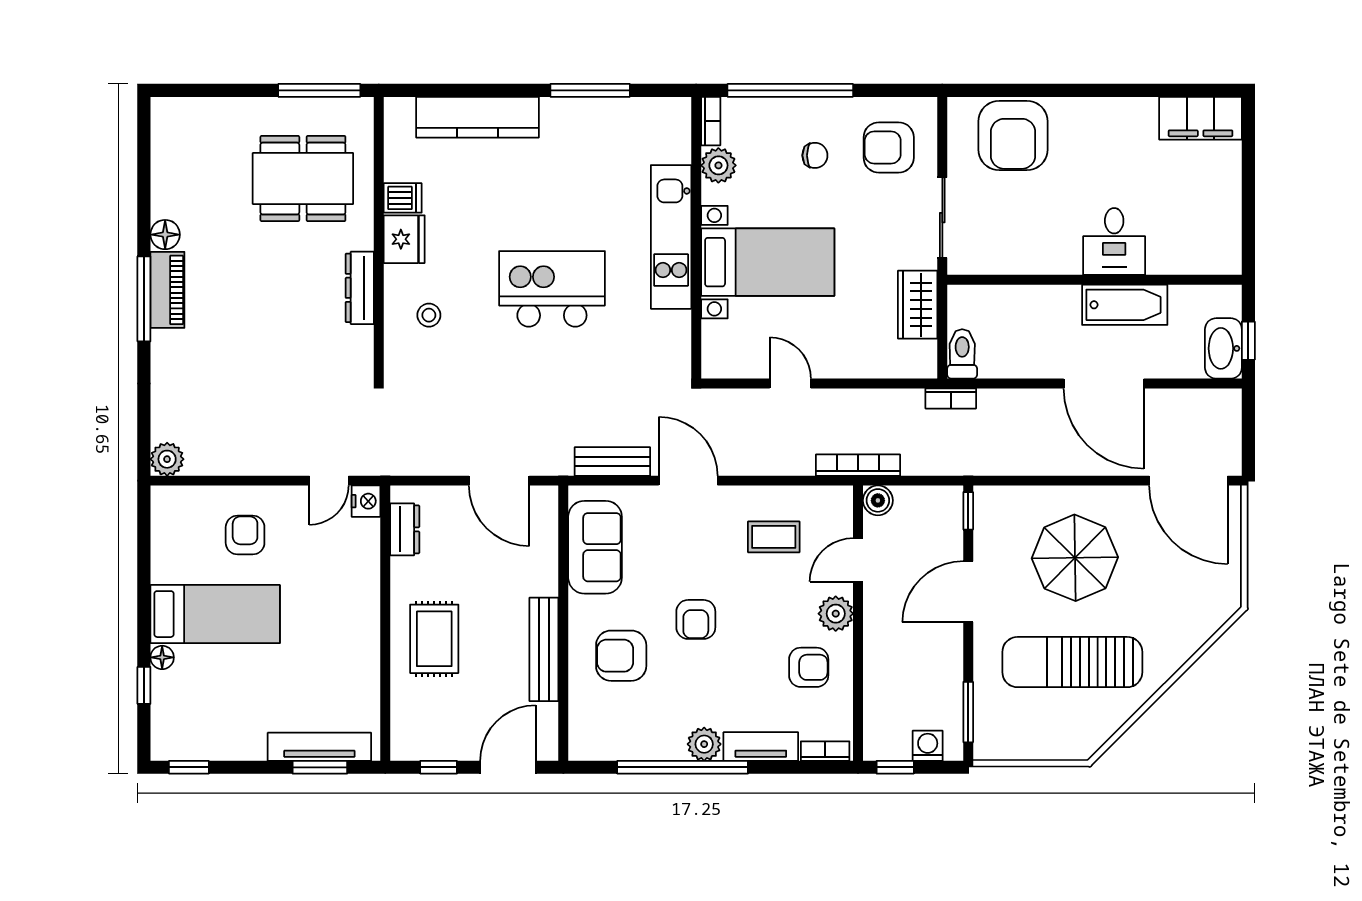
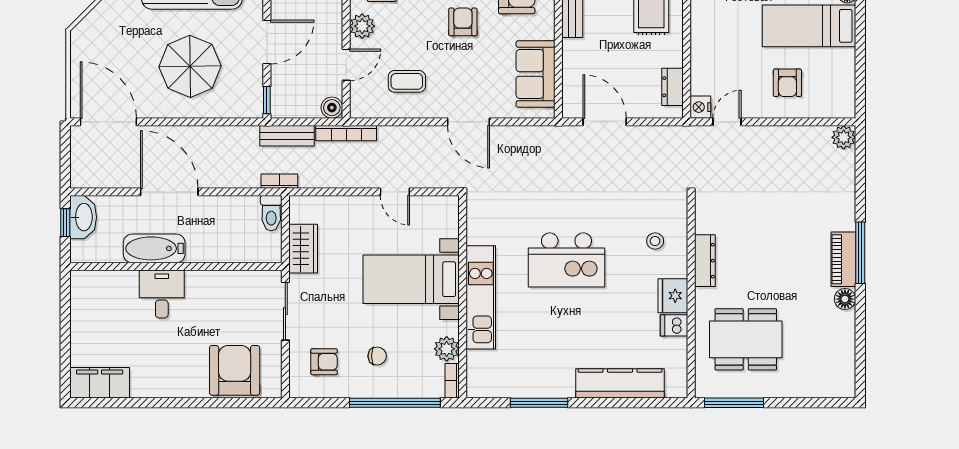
armchair: (889, 147) -> (324, 362), width x0.72, depth x0.72
chair: (815, 155) -> (377, 356), turned 180
bench: (612, 461) -> (287, 136), moved

